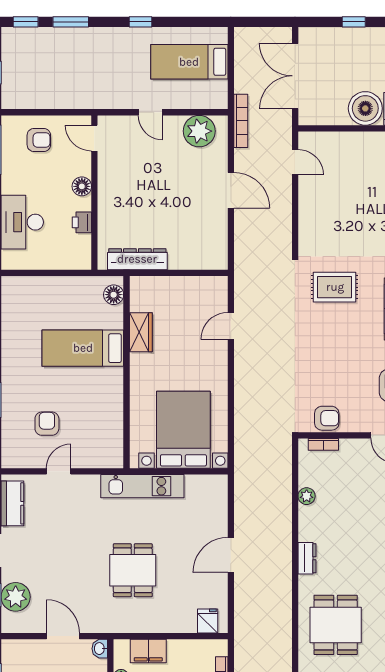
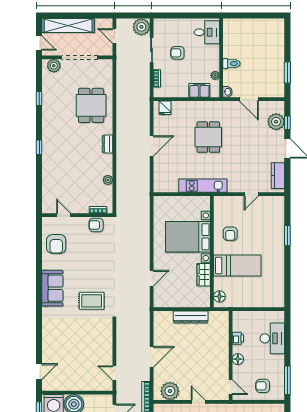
door: (231, 190) -> (152, 357), swing flipped
dresser: (137, 259) -> (191, 317), moved
armchair: (47, 424) -> (230, 234), moved
bed with nightstands: (183, 430) -> (188, 237), moved, turned 90

